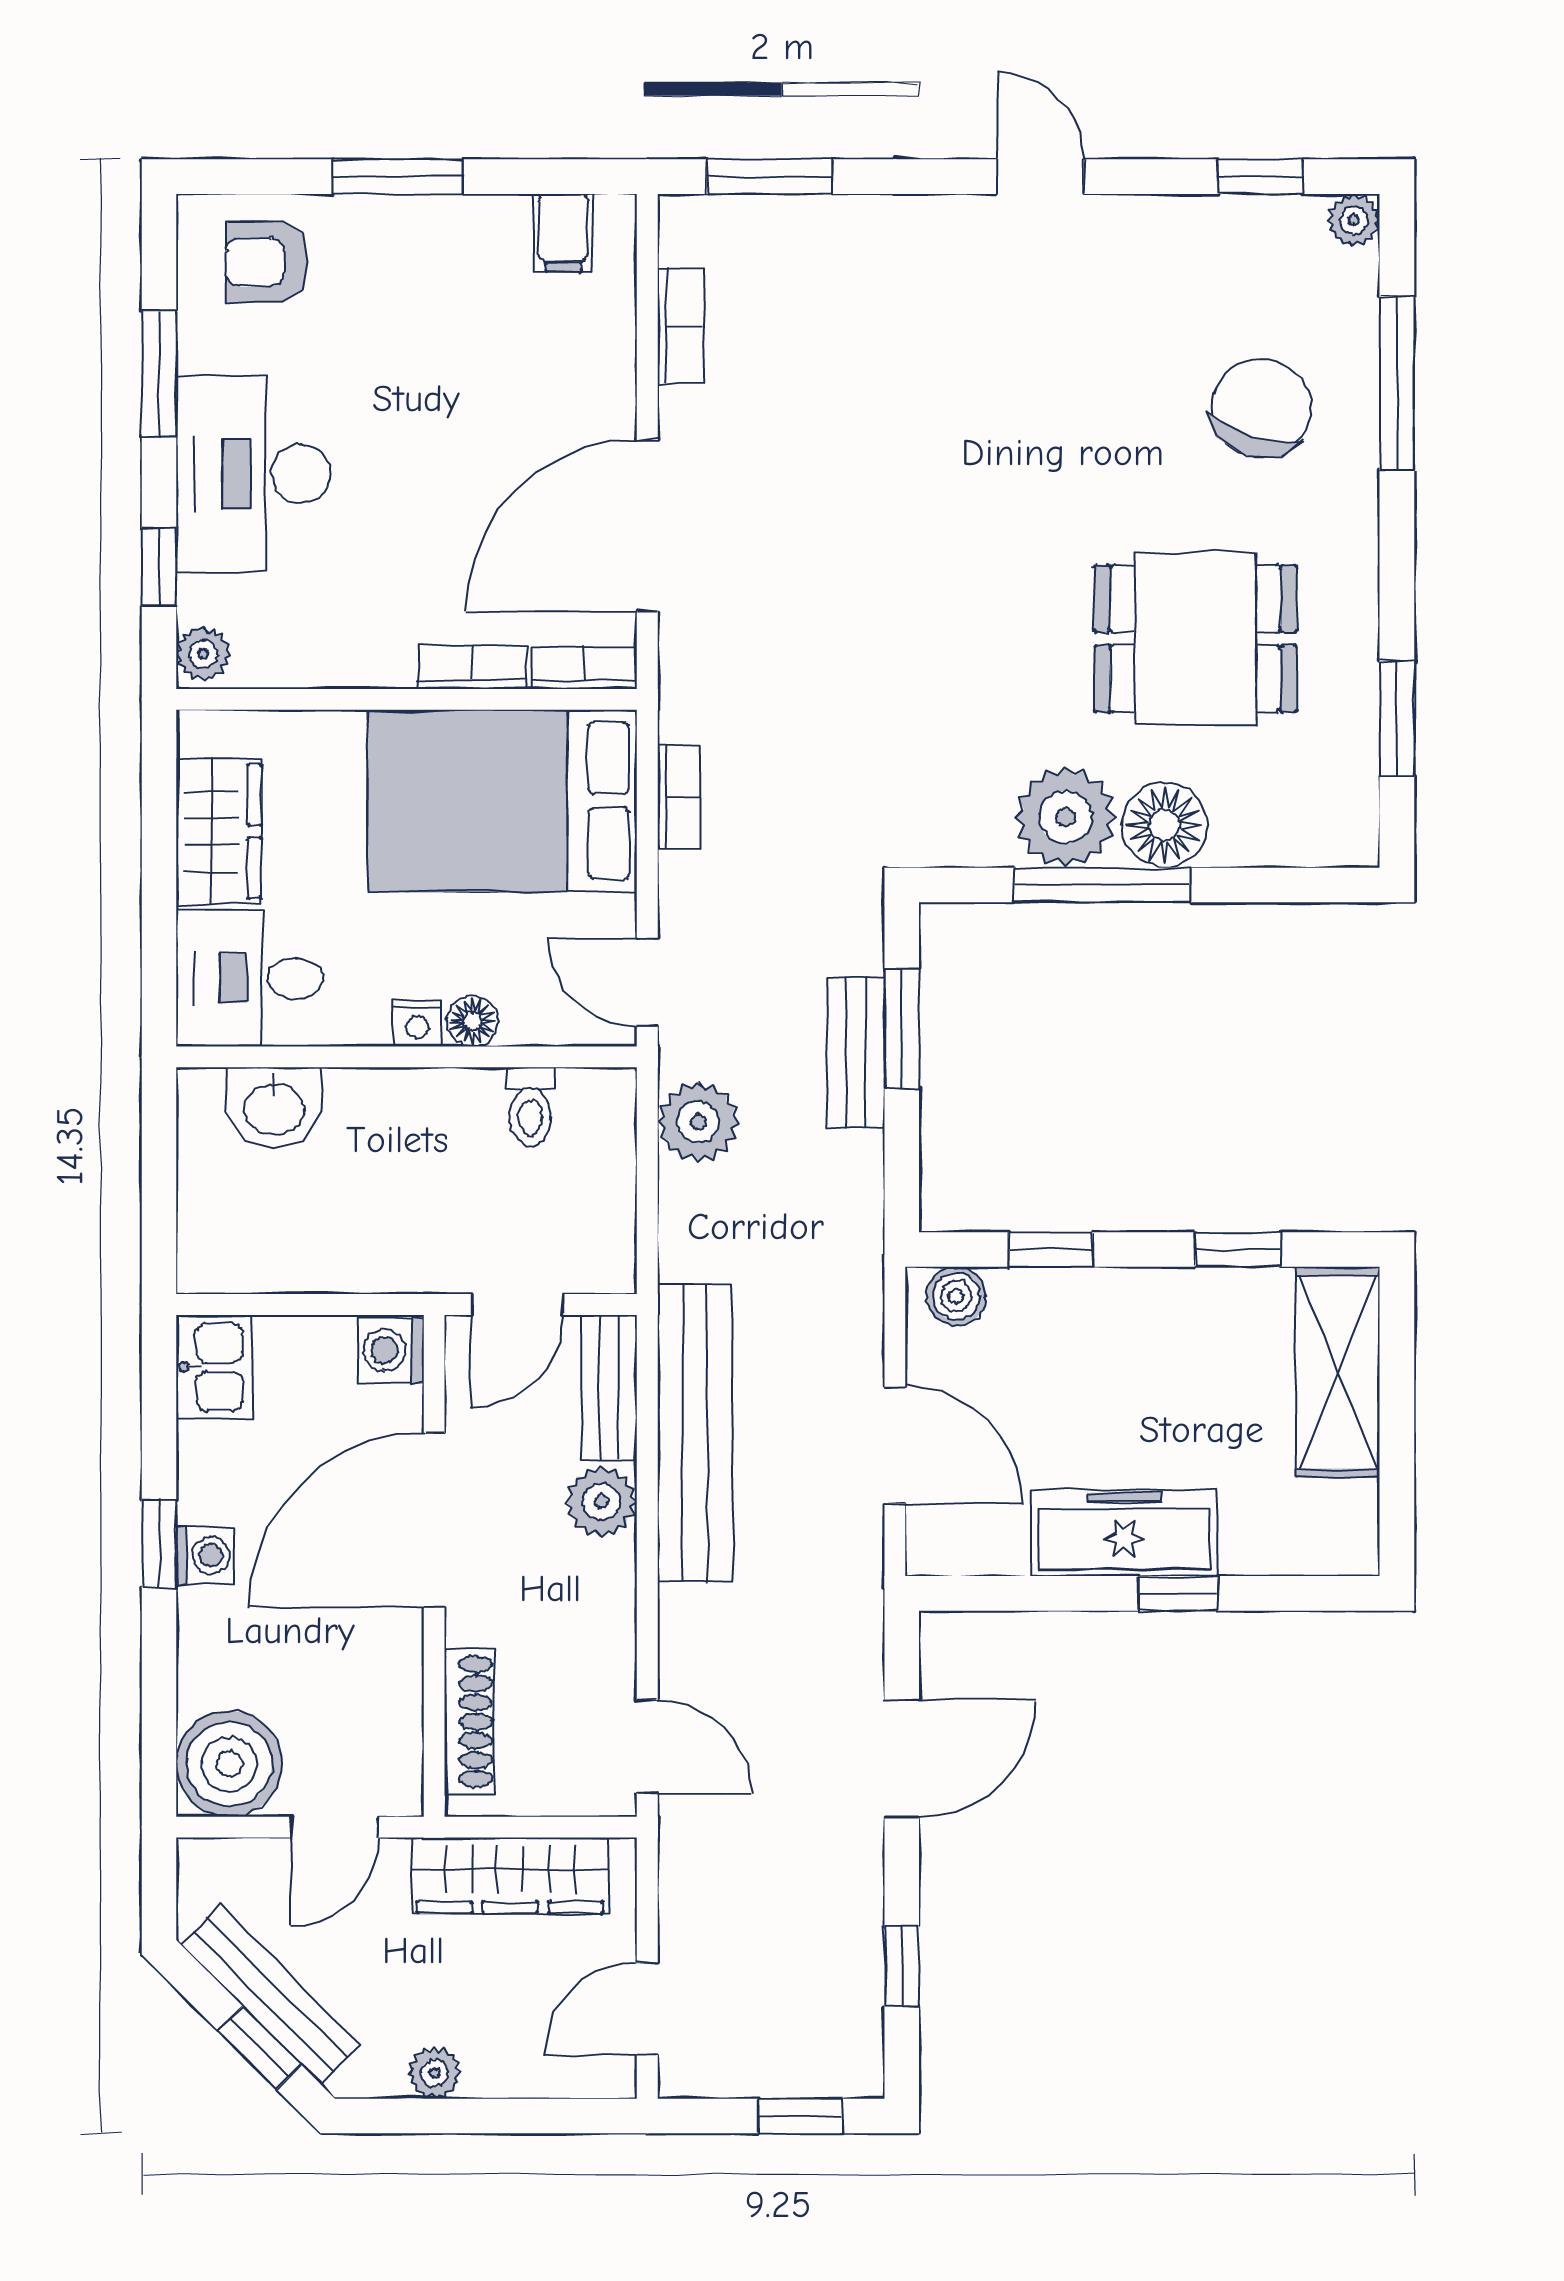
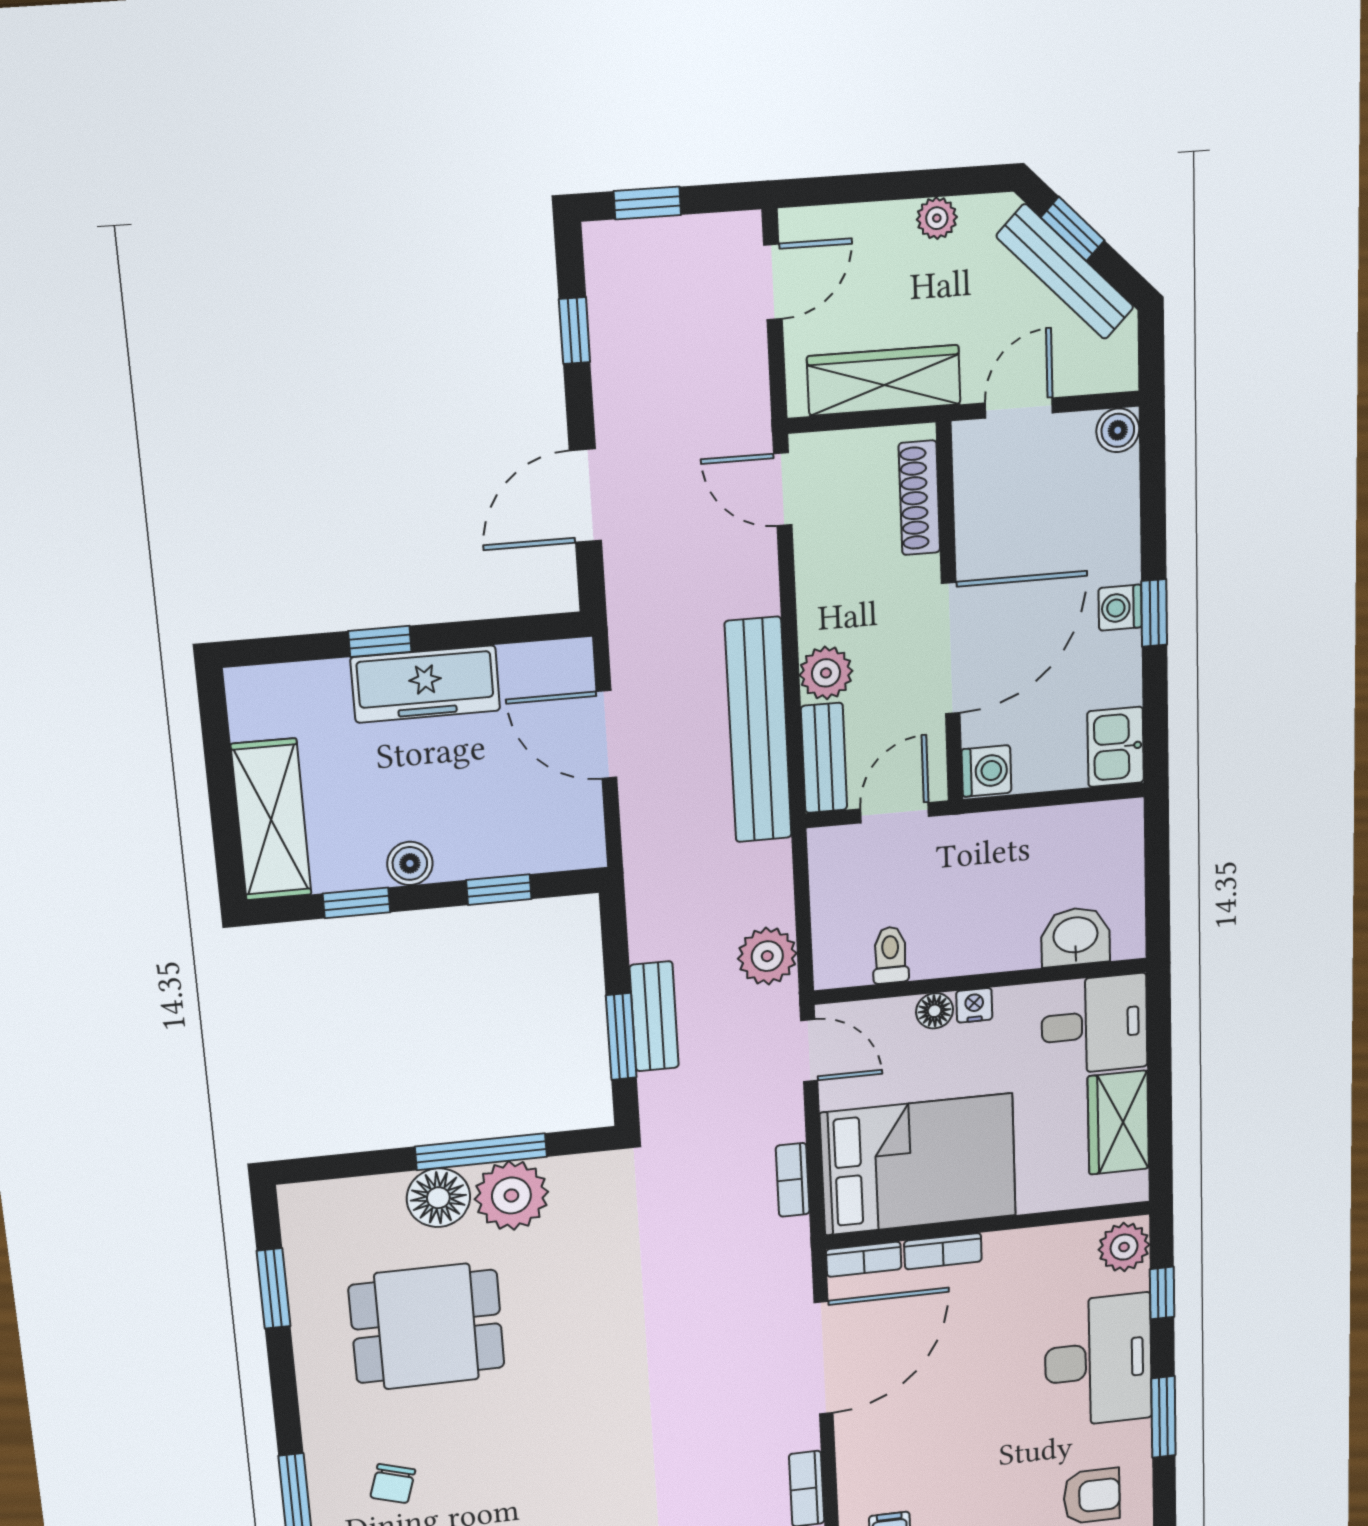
chair: (1261, 408) -> (393, 1484), width x0.54, depth x0.54
plant: (203, 654) -> (1124, 1247), width x1.38, depth x1.38
boiler: (956, 1296) -> (410, 863), moved
boiler: (229, 1764) -> (1118, 430), width x0.54, depth x0.54

